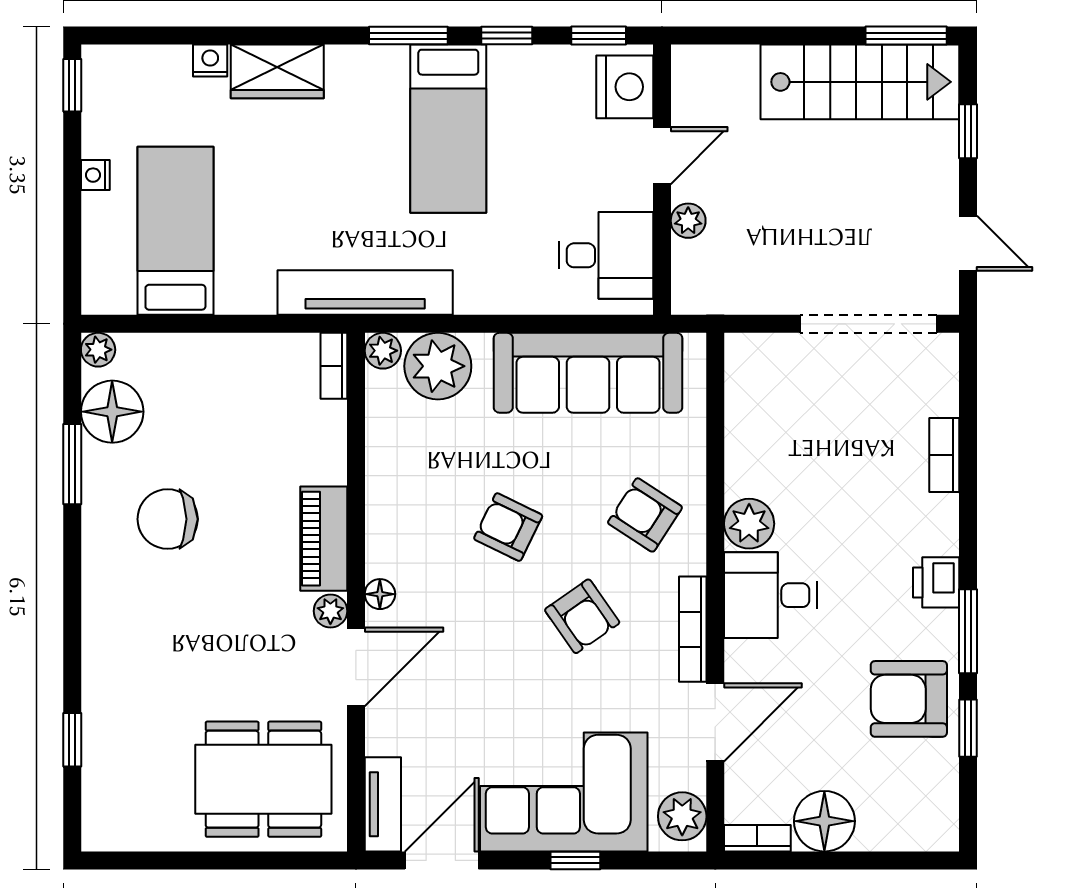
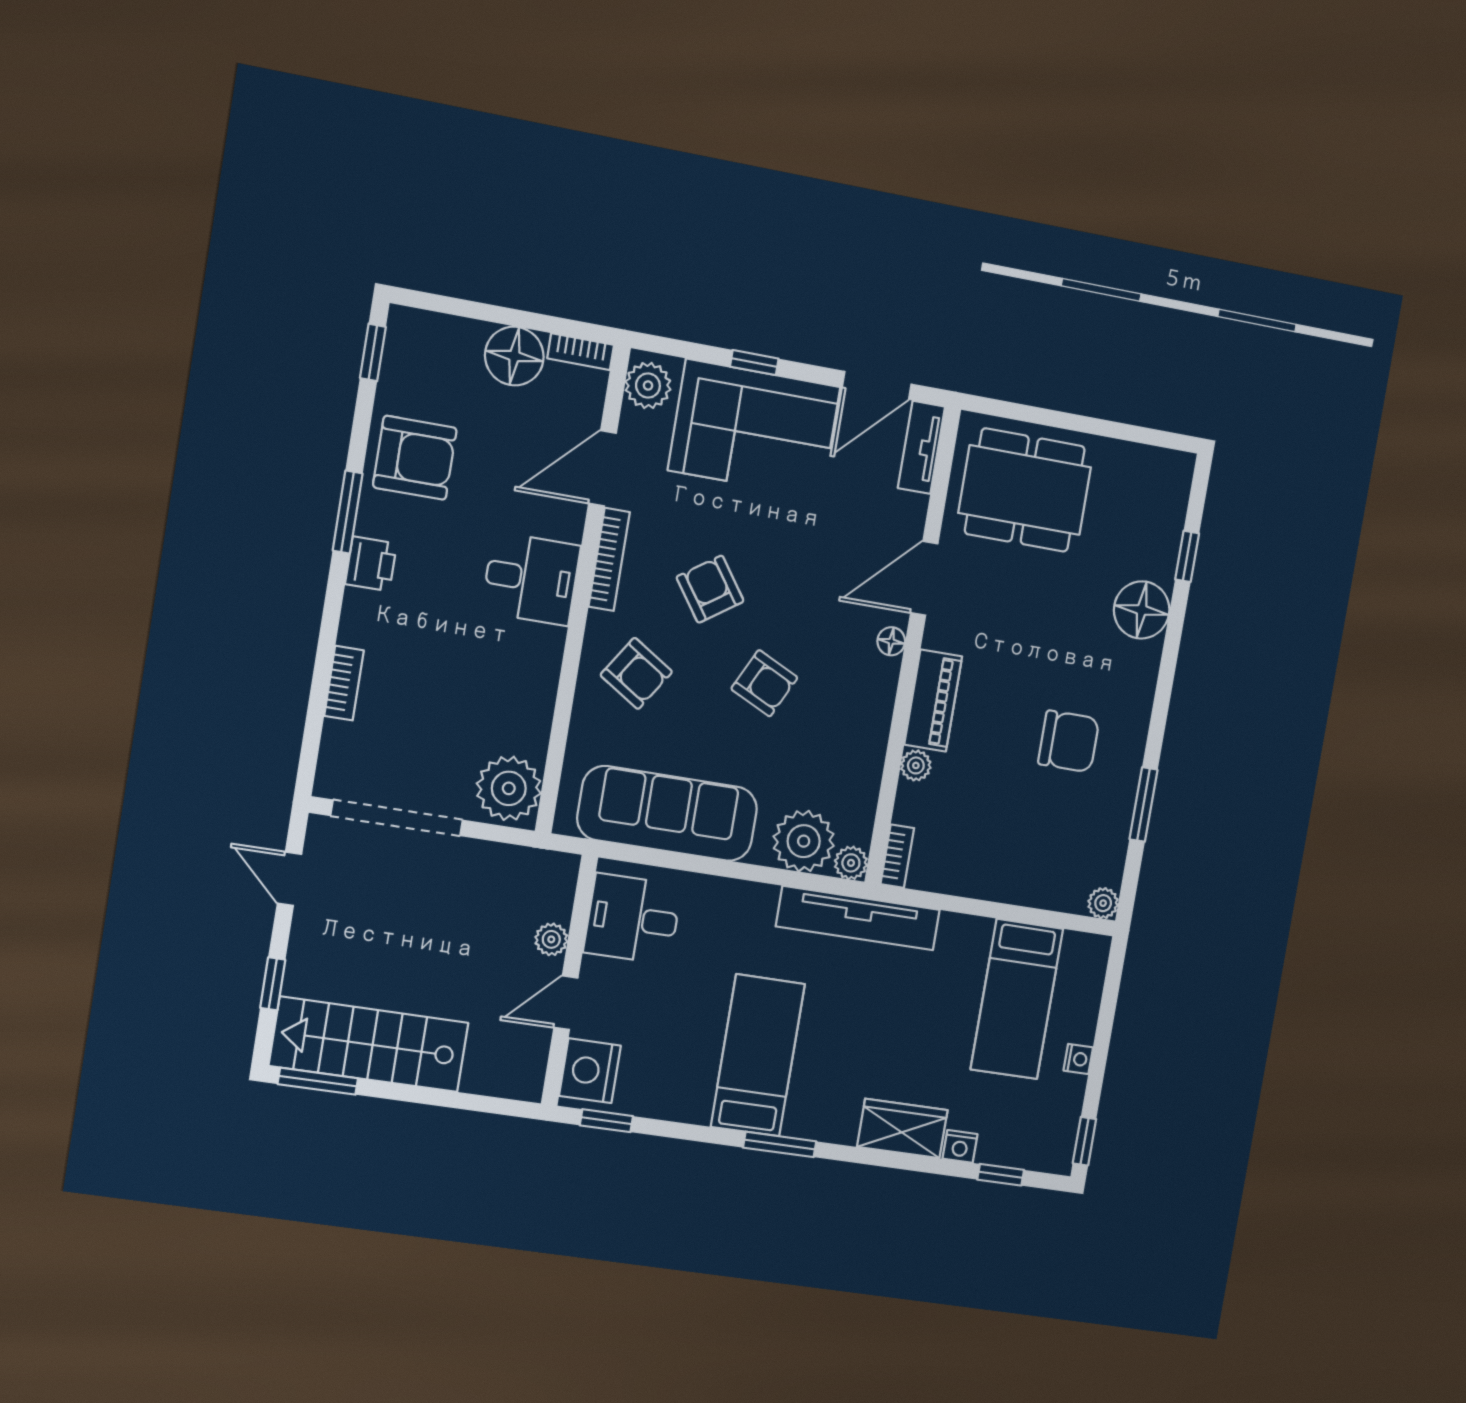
window: (507, 36) -> (1001, 1175), moved
floor lamp: (112, 412) -> (1142, 610), moved
plant: (749, 524) -> (509, 788), moved, width x1.36, depth x1.36
plant: (330, 611) -> (916, 765), moved
window: (968, 728) -> (373, 352), moved

